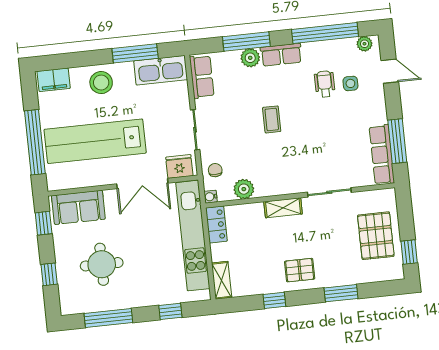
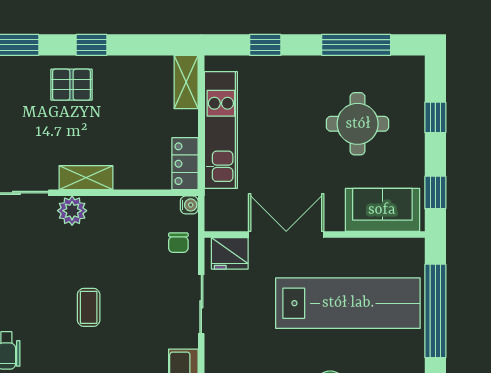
plant: (244, 189) -> (72, 211), moved
kitchen unit: (193, 236) -> (221, 130), width x0.73
window: (274, 300) -> (91, 45), moved

